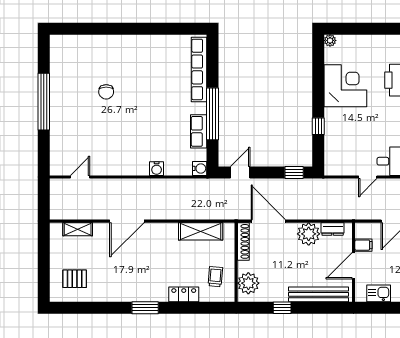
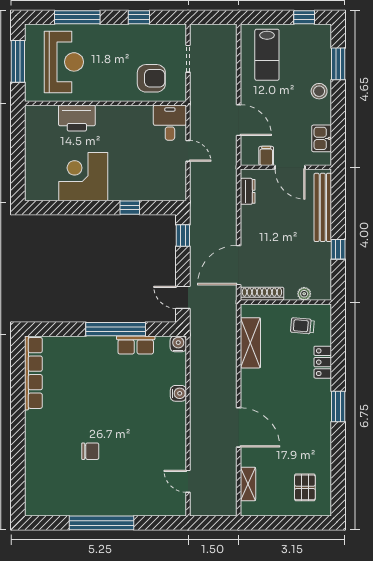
plant: (330, 40) -> (31, 194), removed
row of seats: (199, 69) -> (33, 373), moved, turned -90
plant: (309, 234) -> (253, 219), removed
plant: (248, 283) -> (304, 294), width x0.53, depth x0.53

